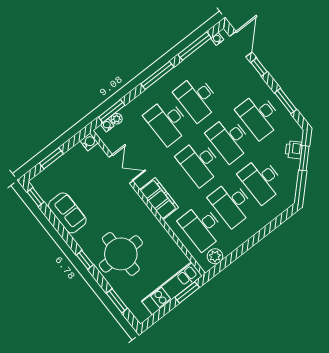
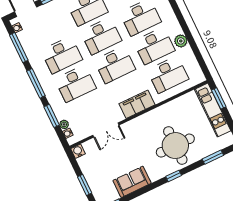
window: (112, 111) -> (52, 116), moved
double door: (121, 169) -> (106, 130), swing flipped
plant: (215, 256) -> (181, 41), moved

